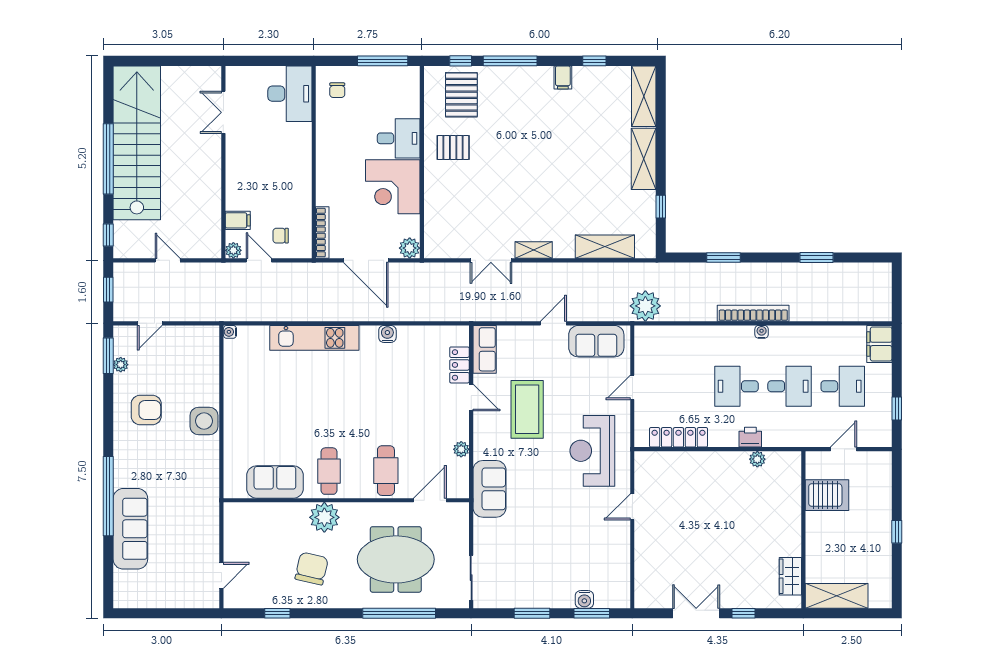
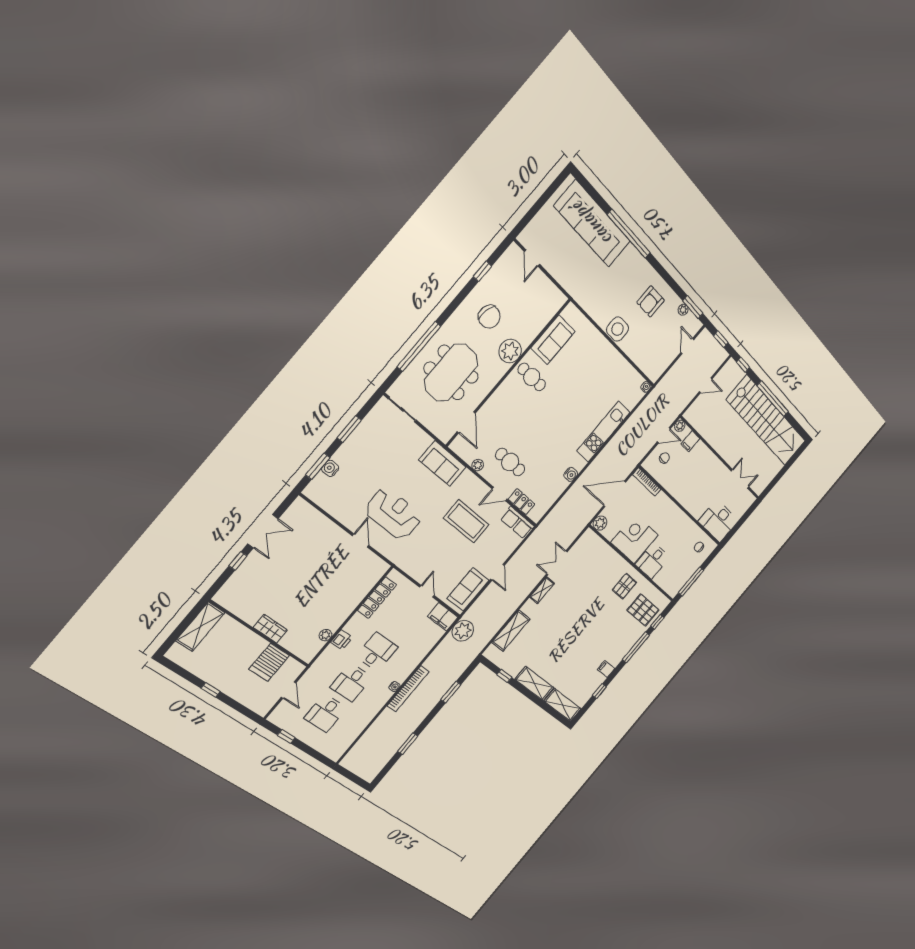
filing cabinet: (879, 344) -> (443, 617), moved, turned 180
reception desk: (592, 451) -> (393, 514), moved
cafe table: (386, 471) -> (510, 462), moved
sofa: (130, 529) -> (592, 224), width x1.36, depth x1.27
wardrobe: (790, 576) -> (270, 629), moved

